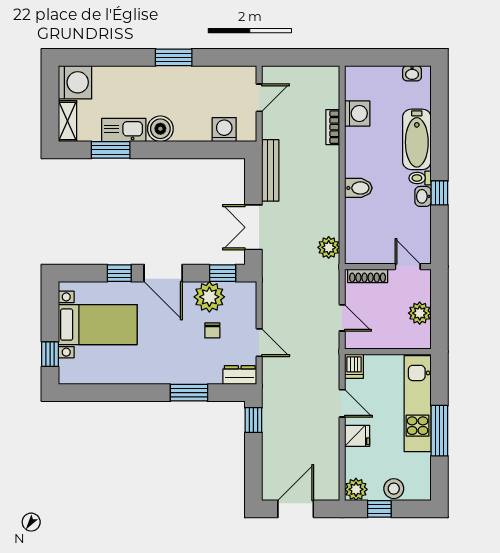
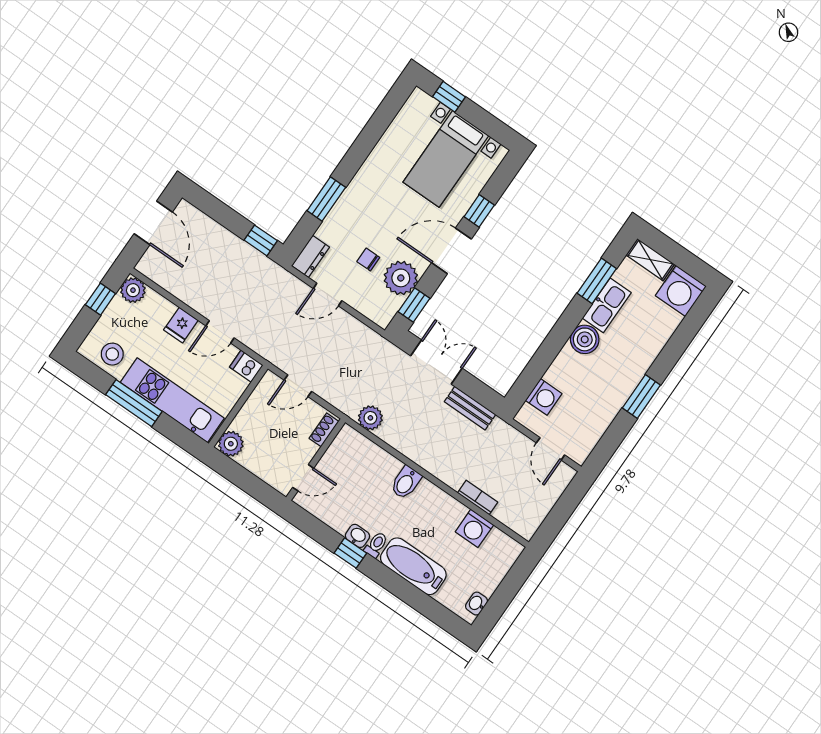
bench: (270, 170) -> (470, 408), width x0.73
shoe rack: (368, 276) -> (324, 430), width x0.70
plant: (420, 313) -> (231, 444), moved
stool: (394, 489) -> (112, 354), moved

